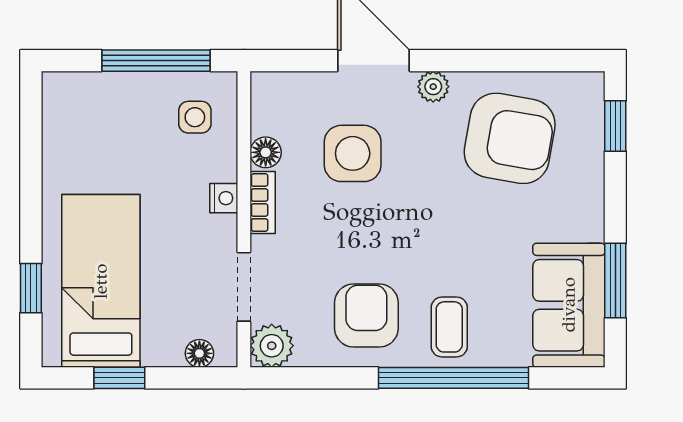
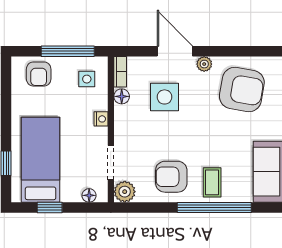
armchair: (97, 107) -> (39, 74), added
bookcase: (263, 203) -> (120, 72), moved
armchair: (366, 316) -> (171, 177), turned -90

